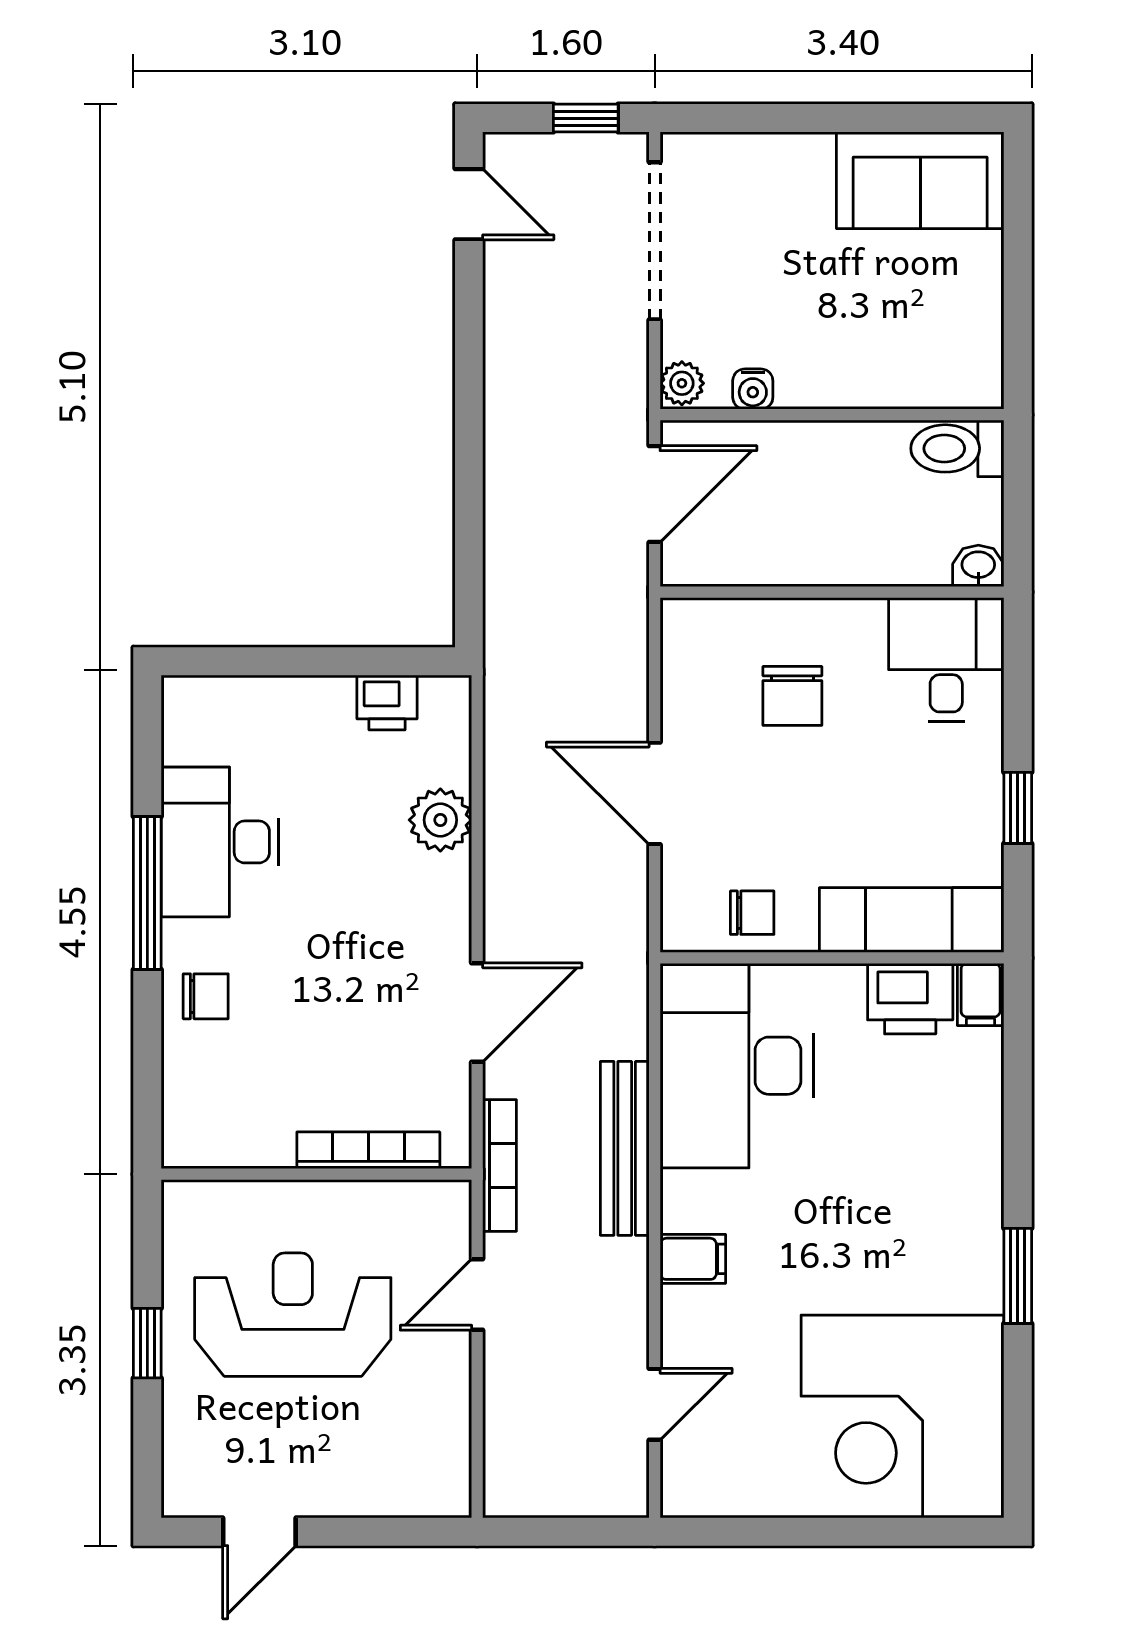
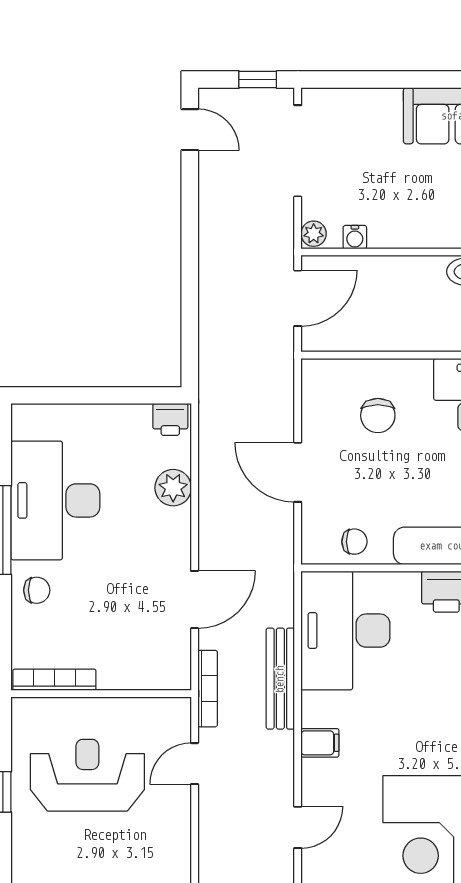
printer: (387, 703) -> (170, 419), moved
desk: (220, 842) -> (55, 500), width x1.36, depth x1.30
bookcase: (368, 1150) -> (54, 680), moved

